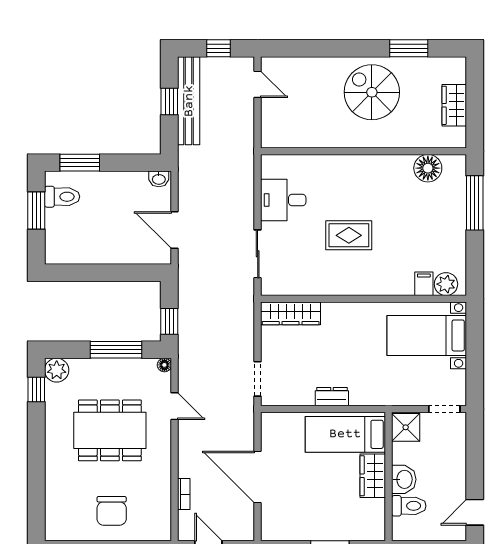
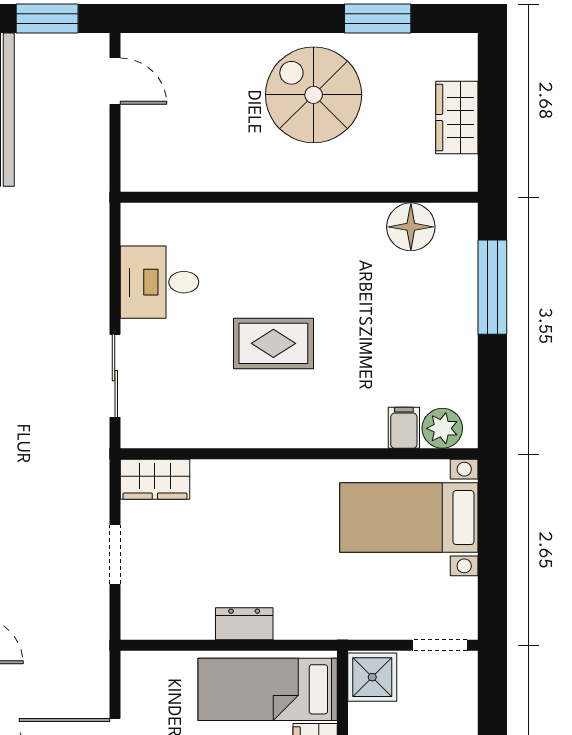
window: (219, 48) -> (47, 19), width x1.50
wardrobe: (291, 313) -> (155, 479), width x0.67
doorway: (258, 379) -> (115, 555), moved

